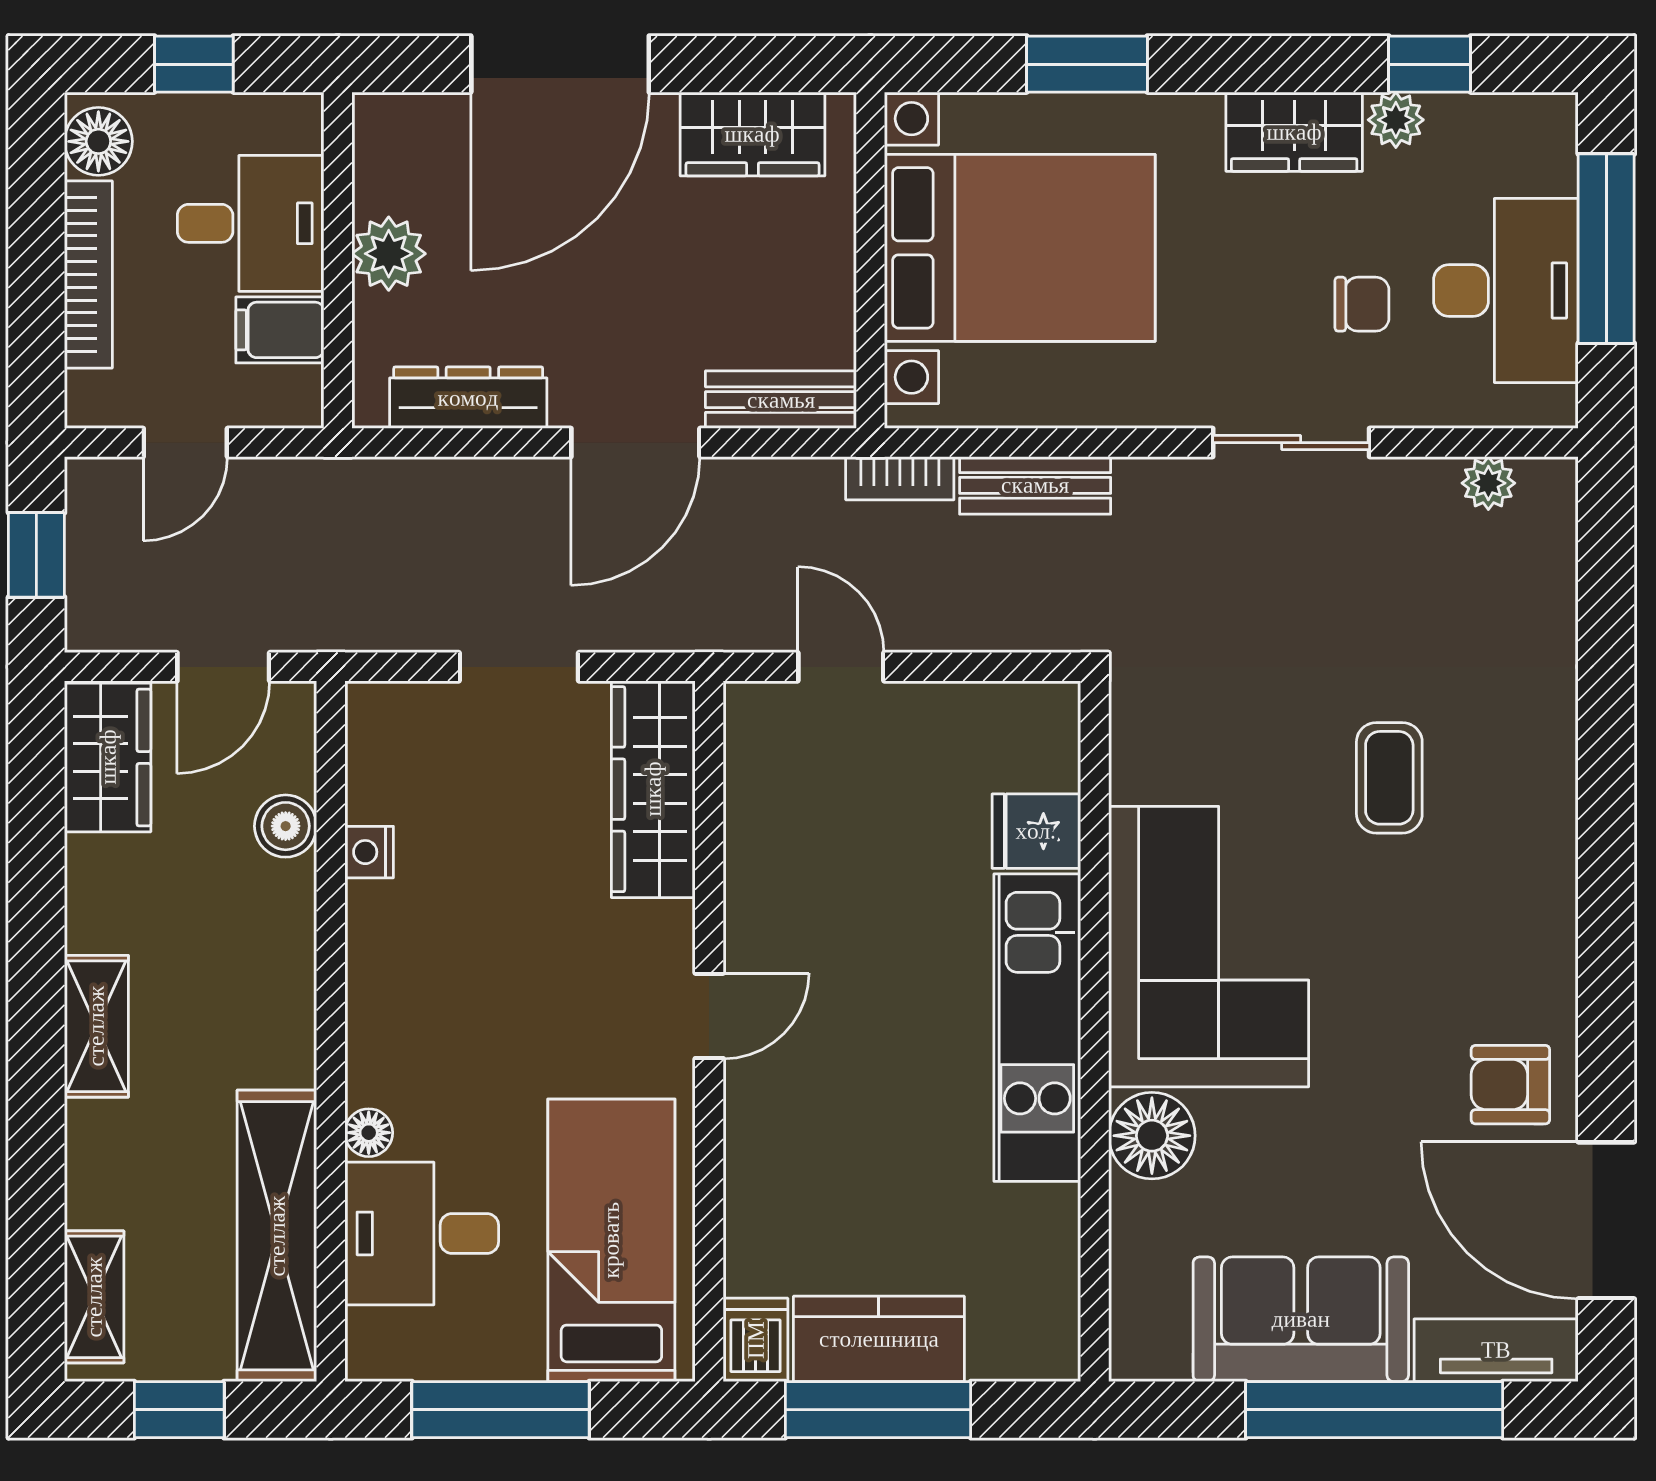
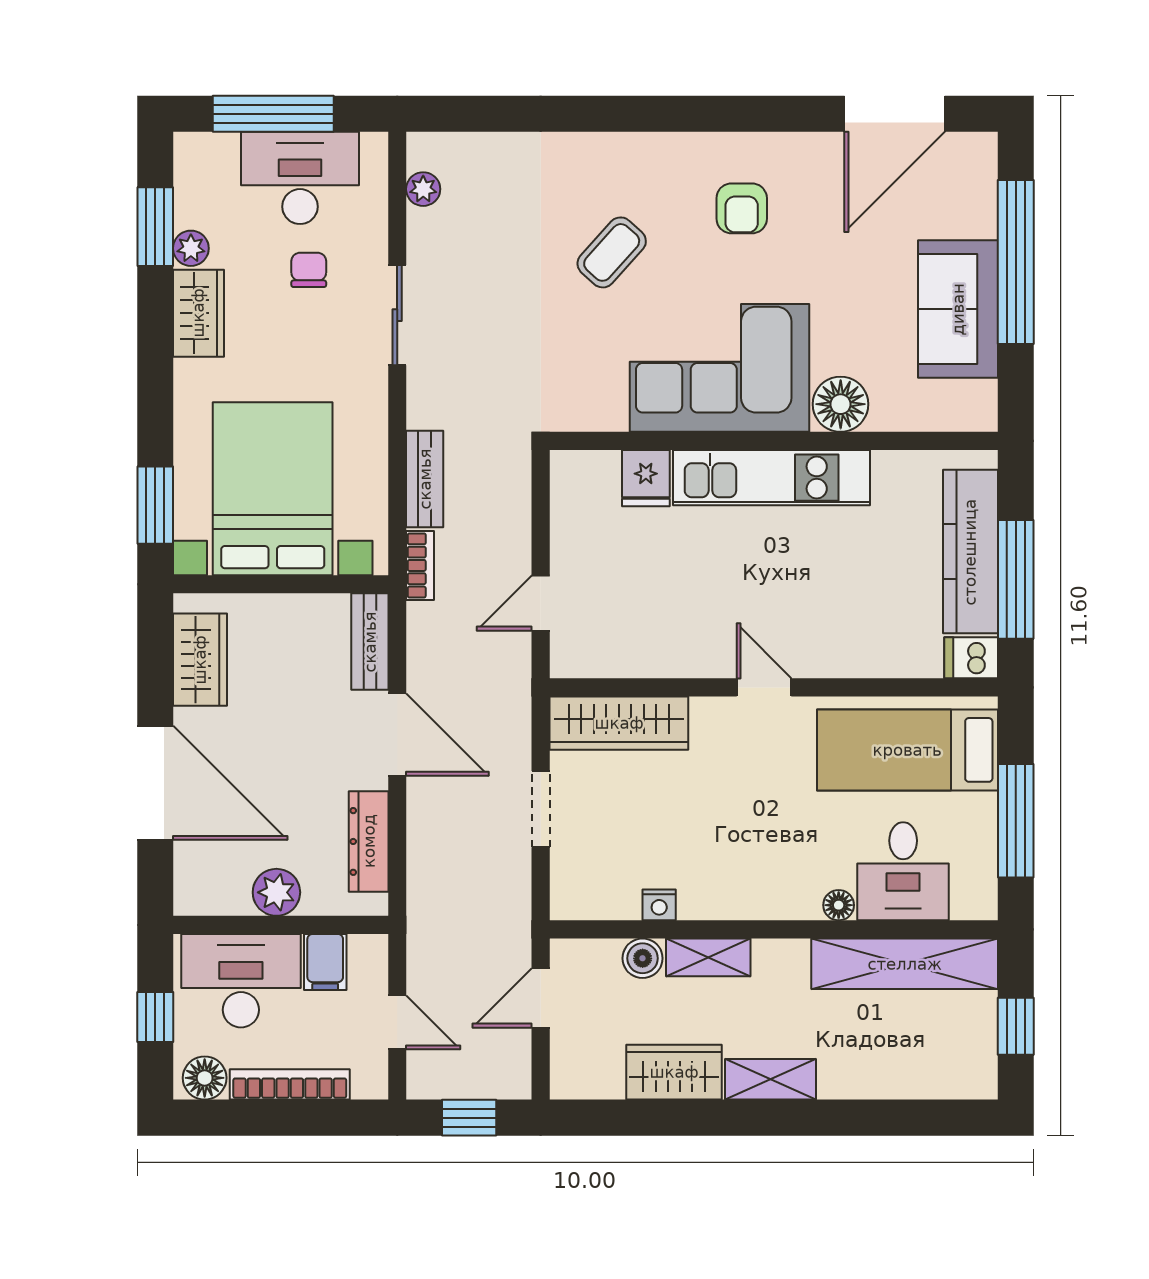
window: (1087, 64) -> (155, 505), moved
window: (1430, 64) -> (155, 227), width x1.50
desk: (251, 223) -> (241, 981), width x1.37
door: (223, 667) -> (541, 998), swing flipped
wardrobe: (108, 757) -> (674, 1072), moved
coffee table: (1389, 778) -> (612, 252), turned -48
armchair: (1510, 1085) -> (742, 208), moved
shelving: (94, 1297) -> (708, 957), moved
kitchen counter: (879, 1339) -> (970, 552), width x1.50
tv unit: (1496, 1350) -> (978, 184), removed

